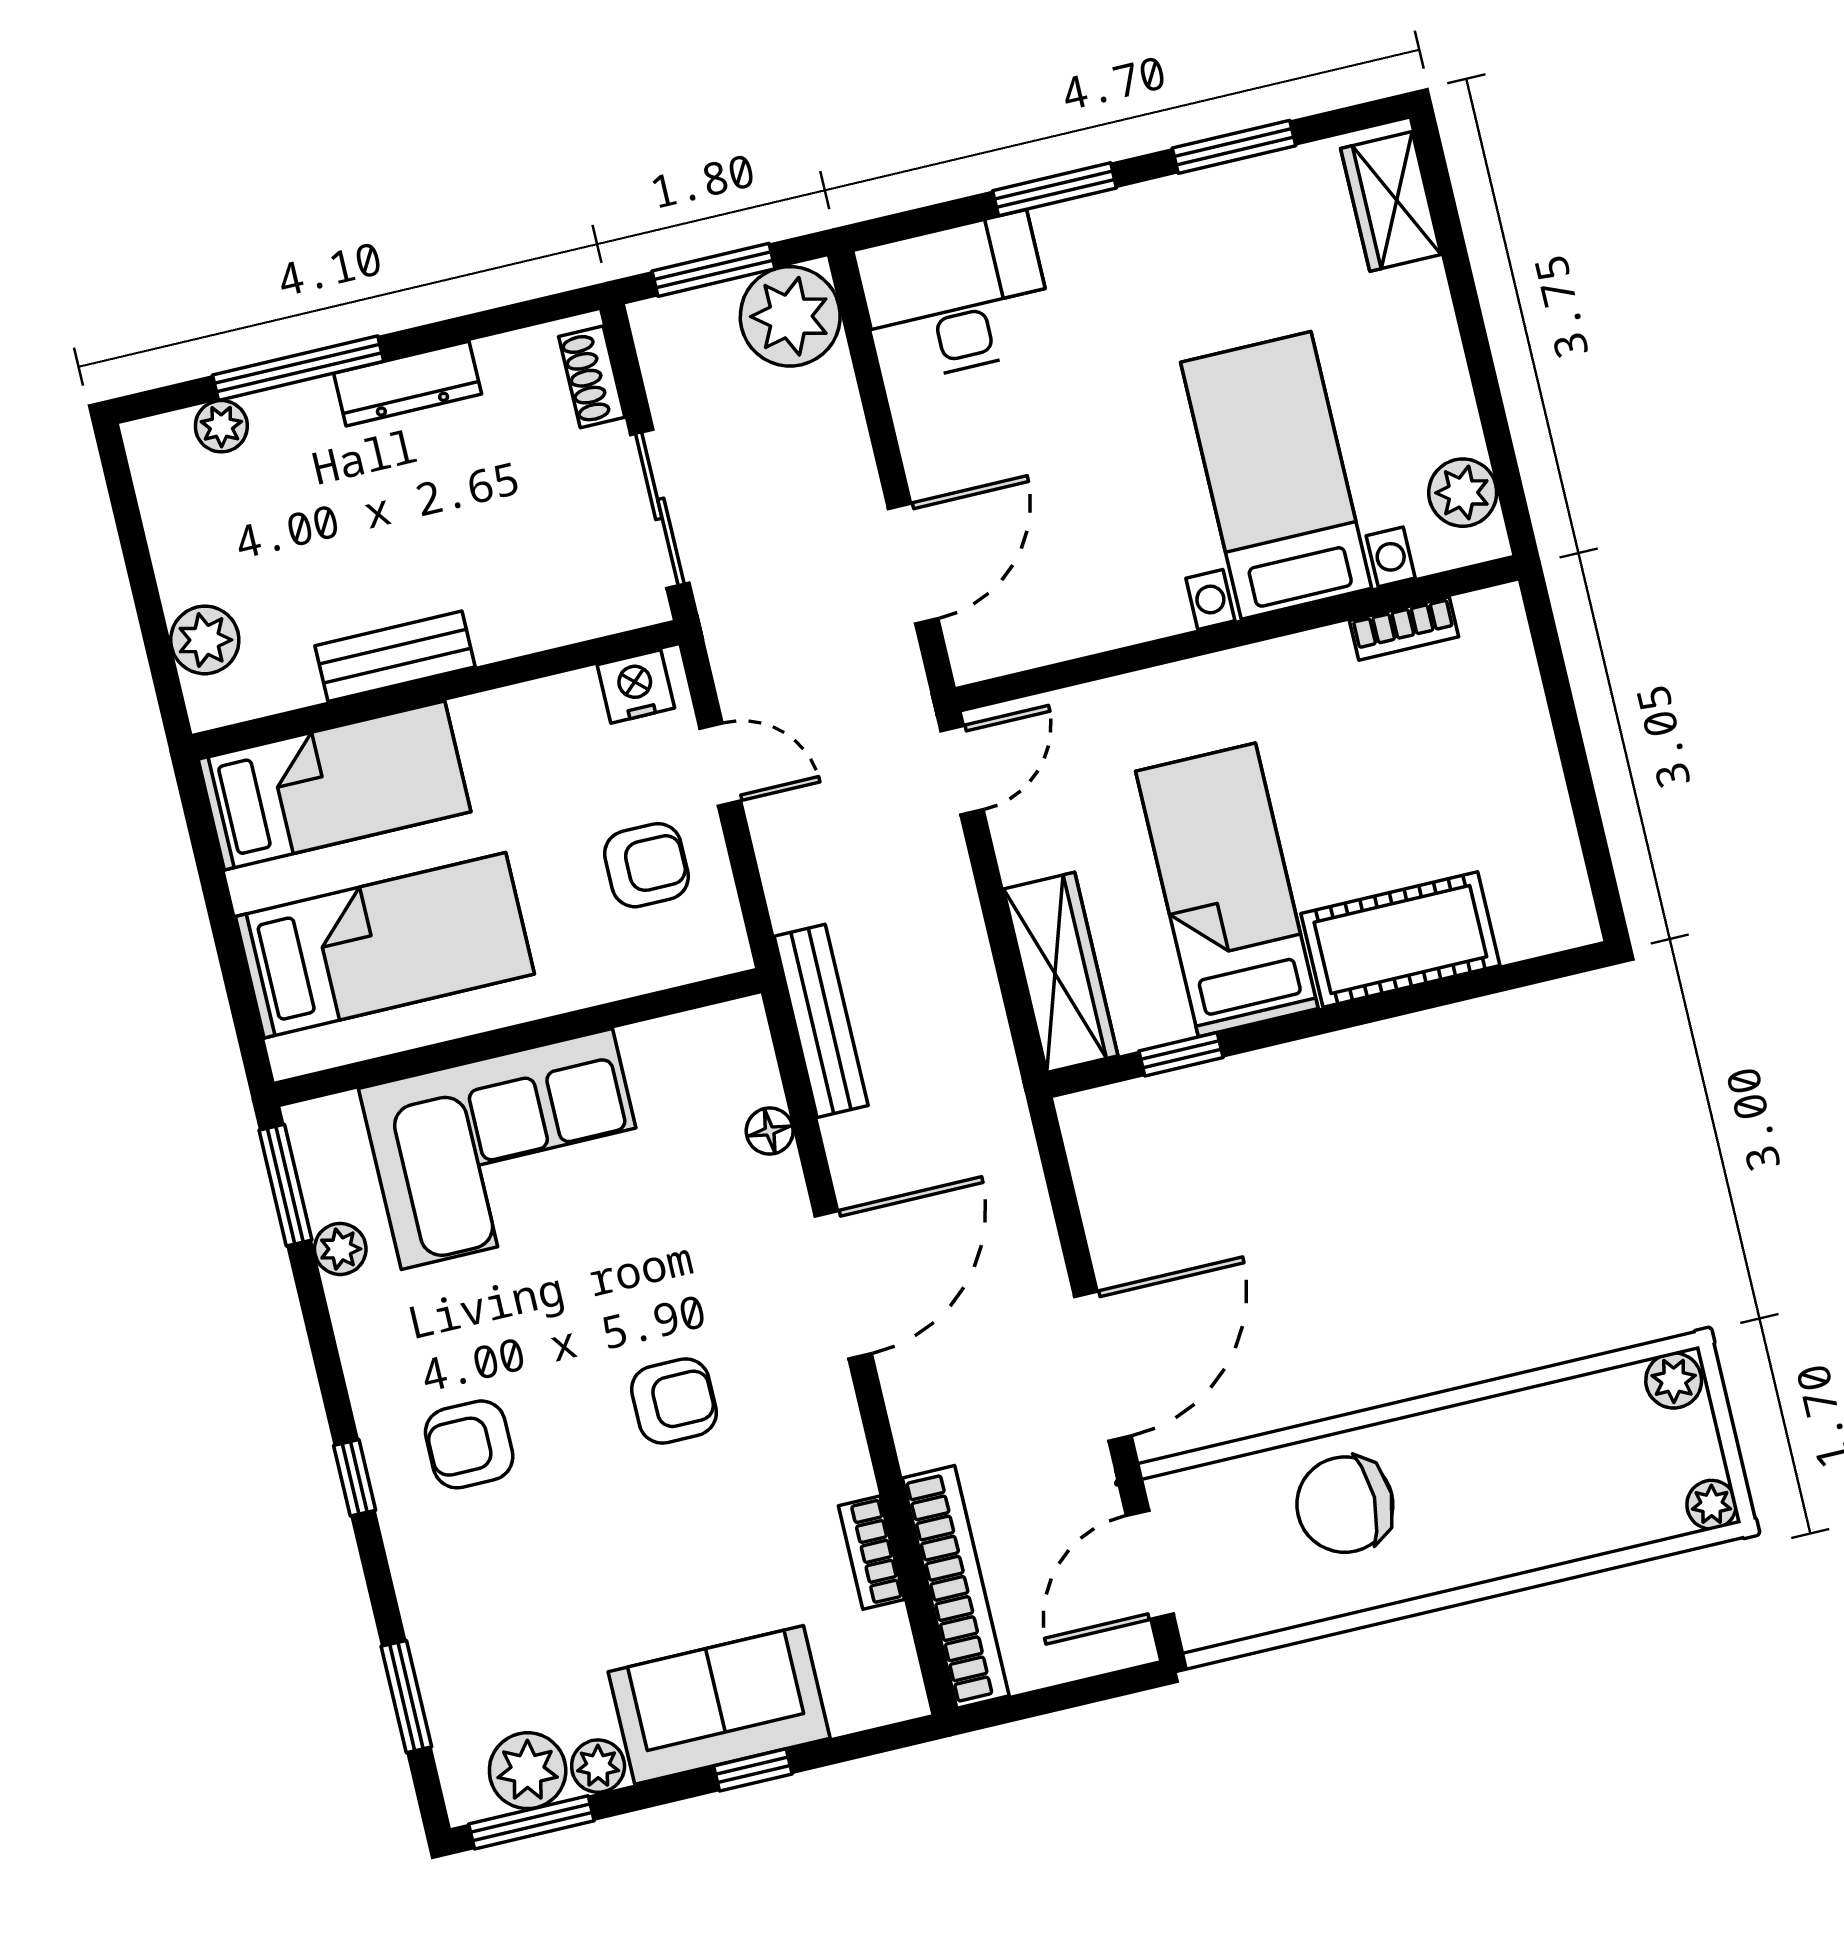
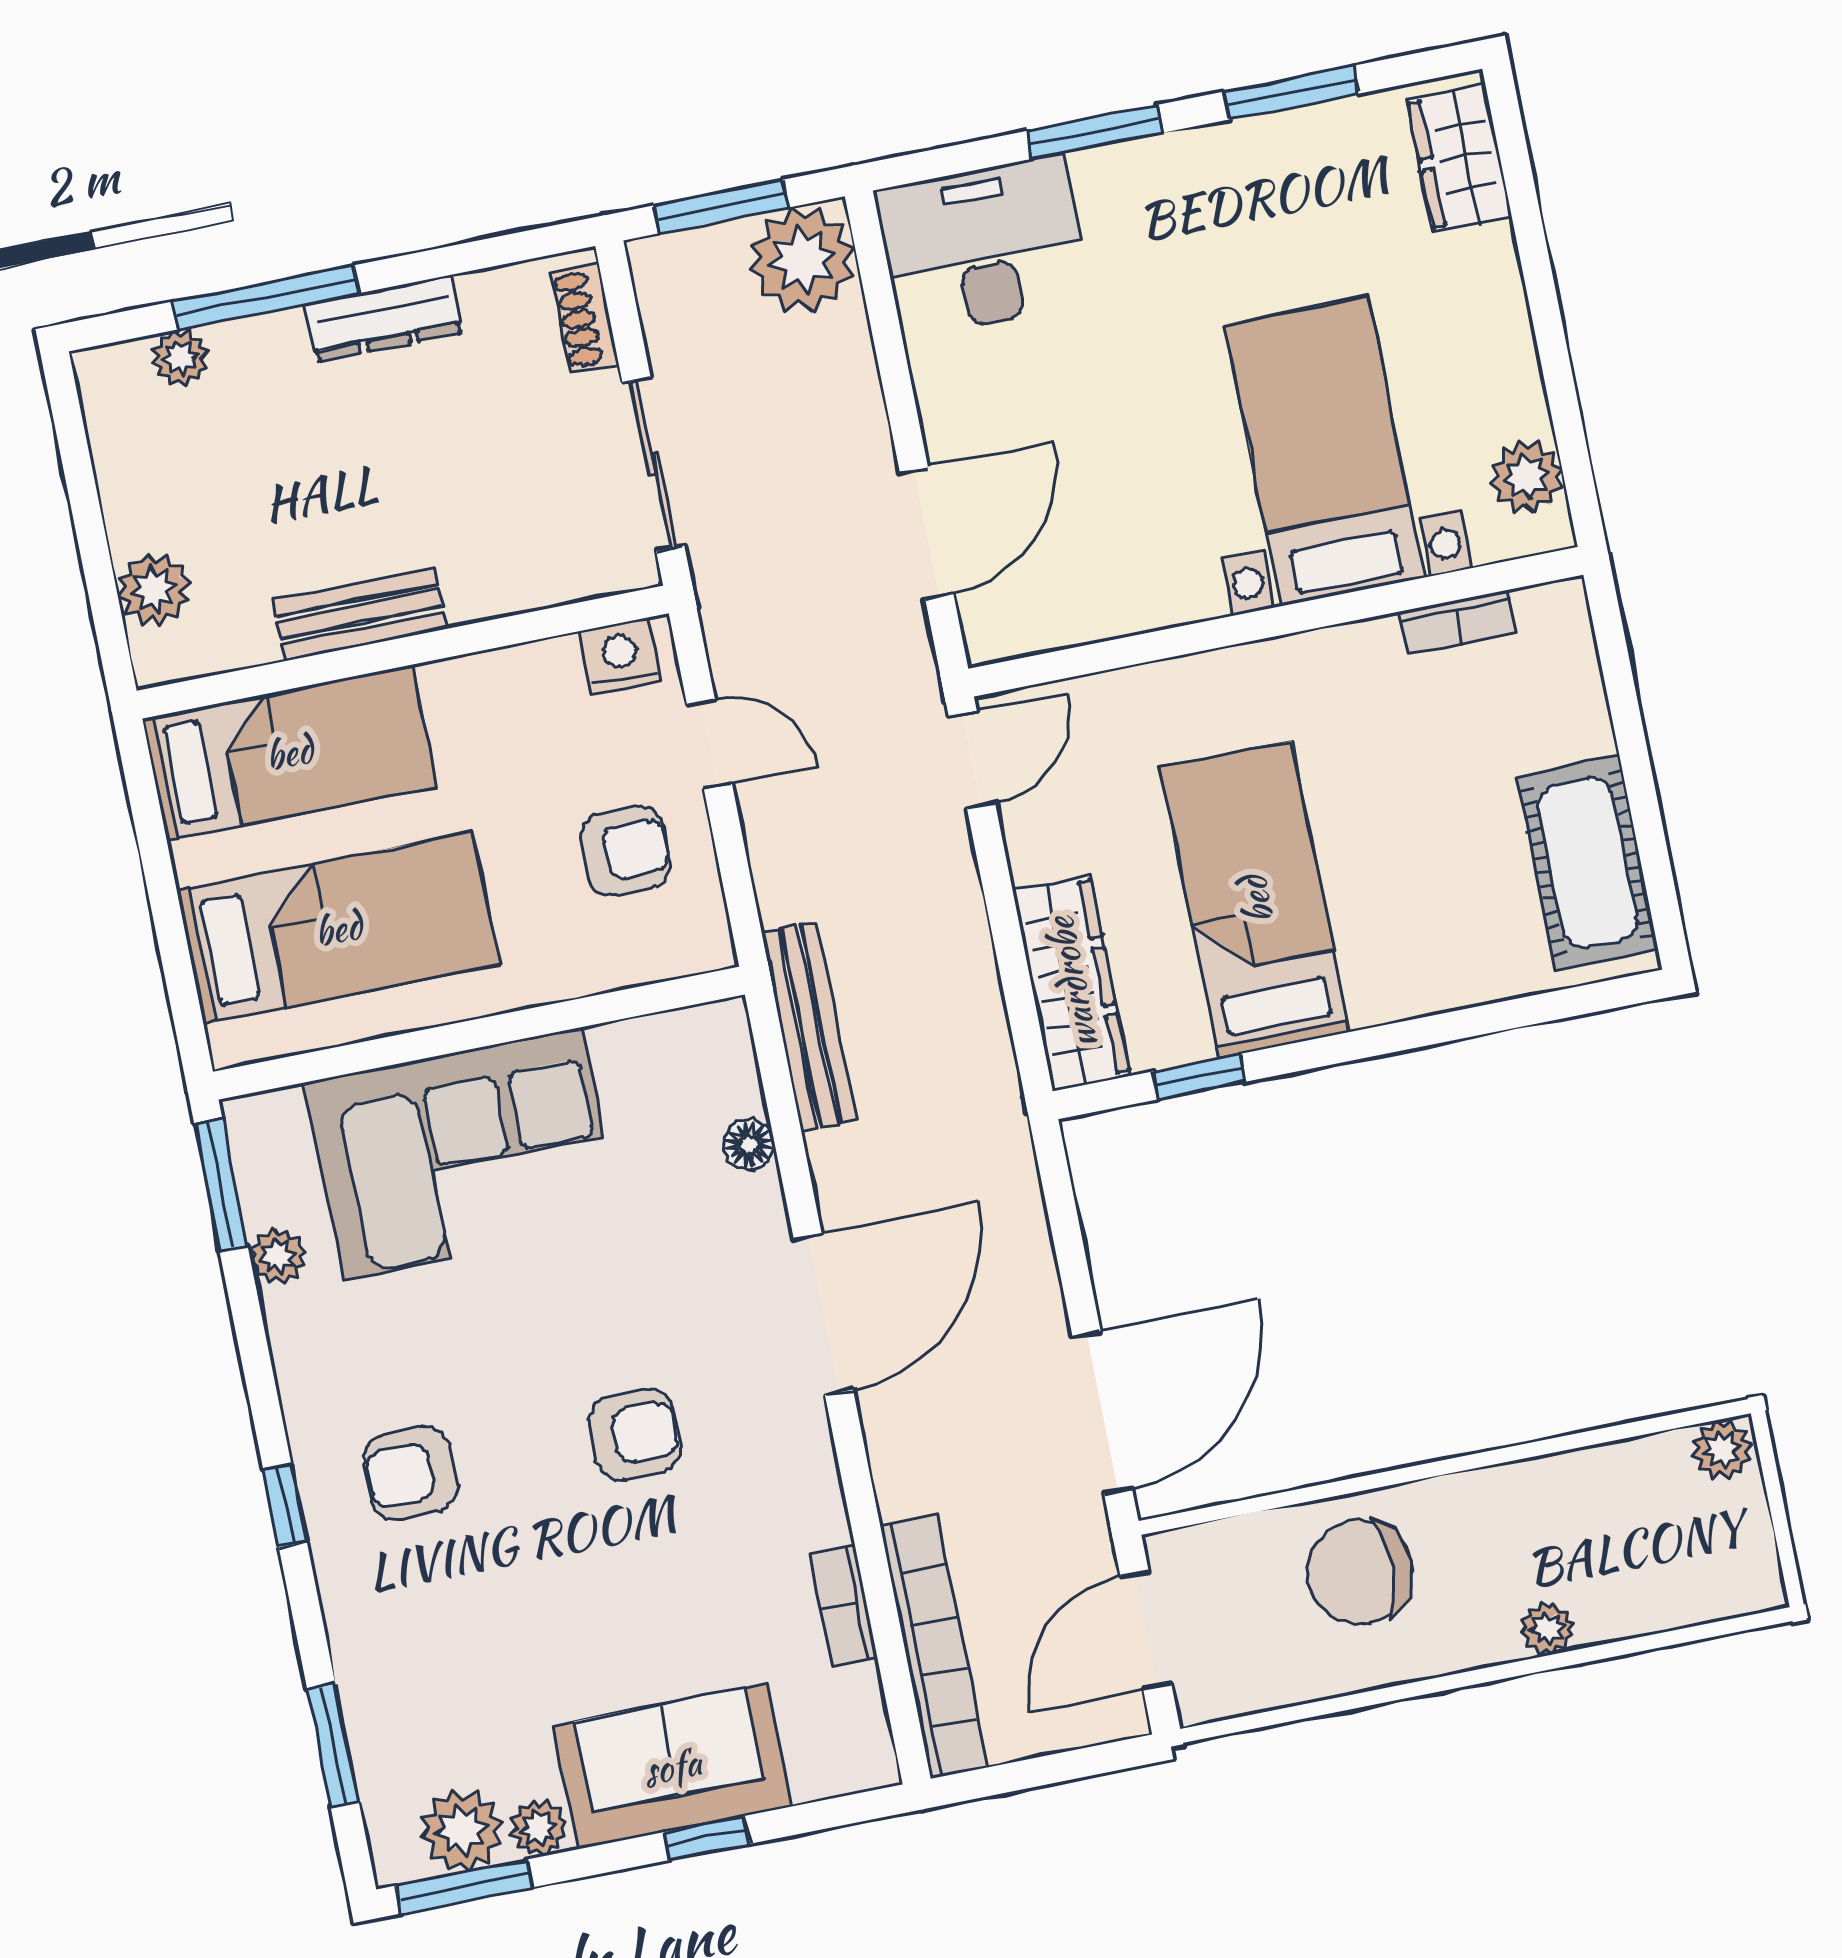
cot: (1400, 939) -> (1587, 863), moved, turned 90
plant: (1712, 1505) -> (1547, 1628), moved

